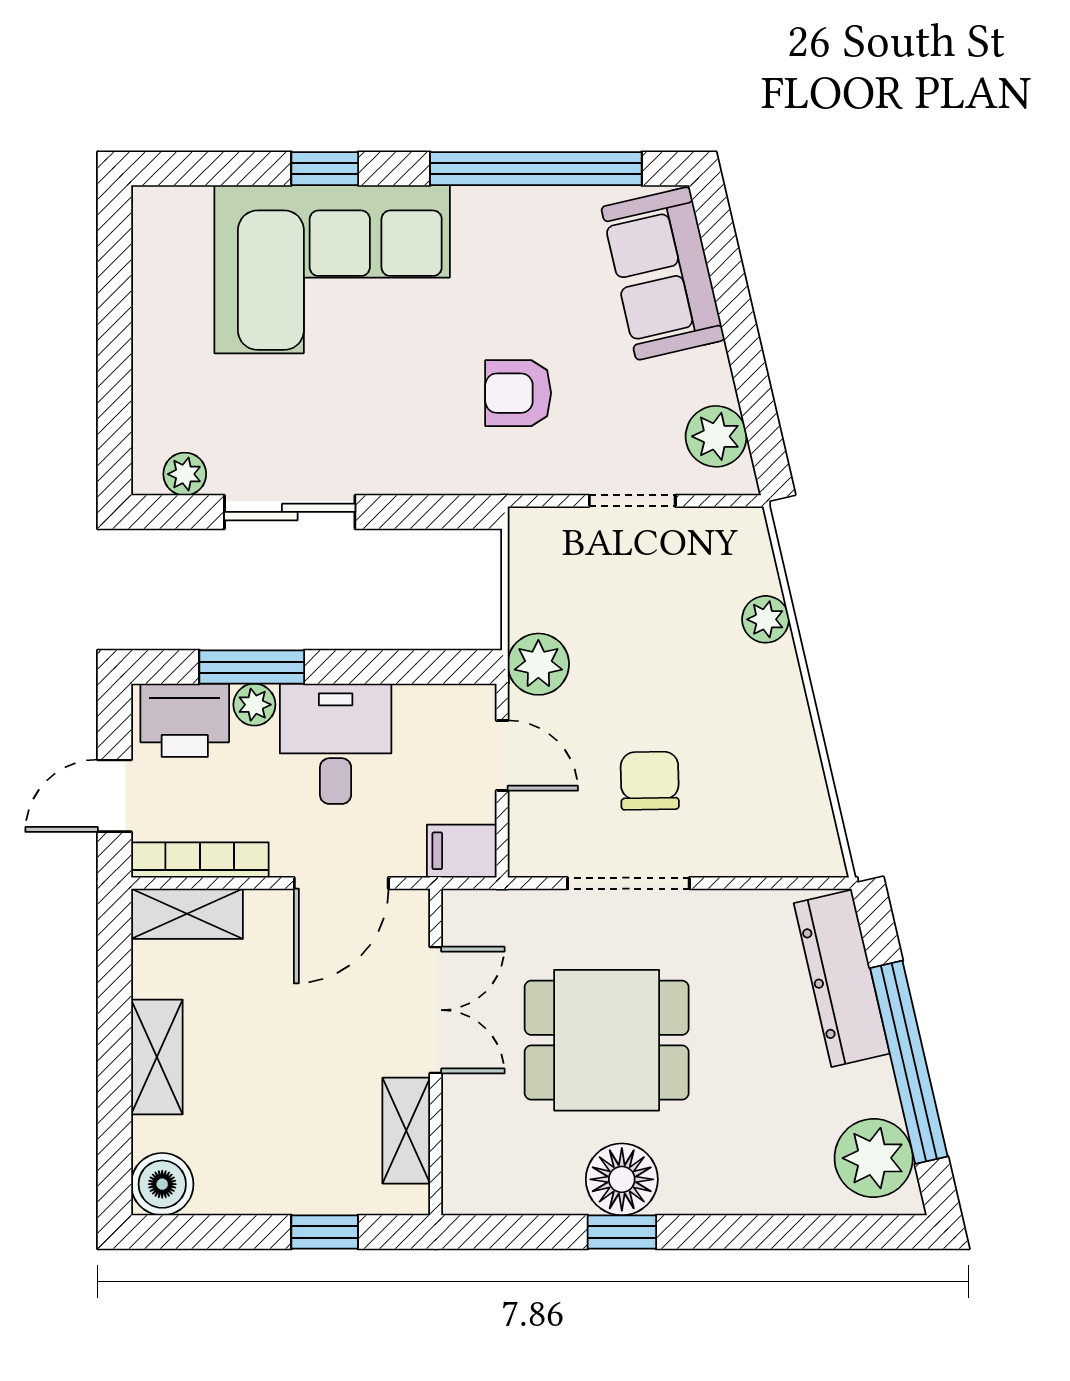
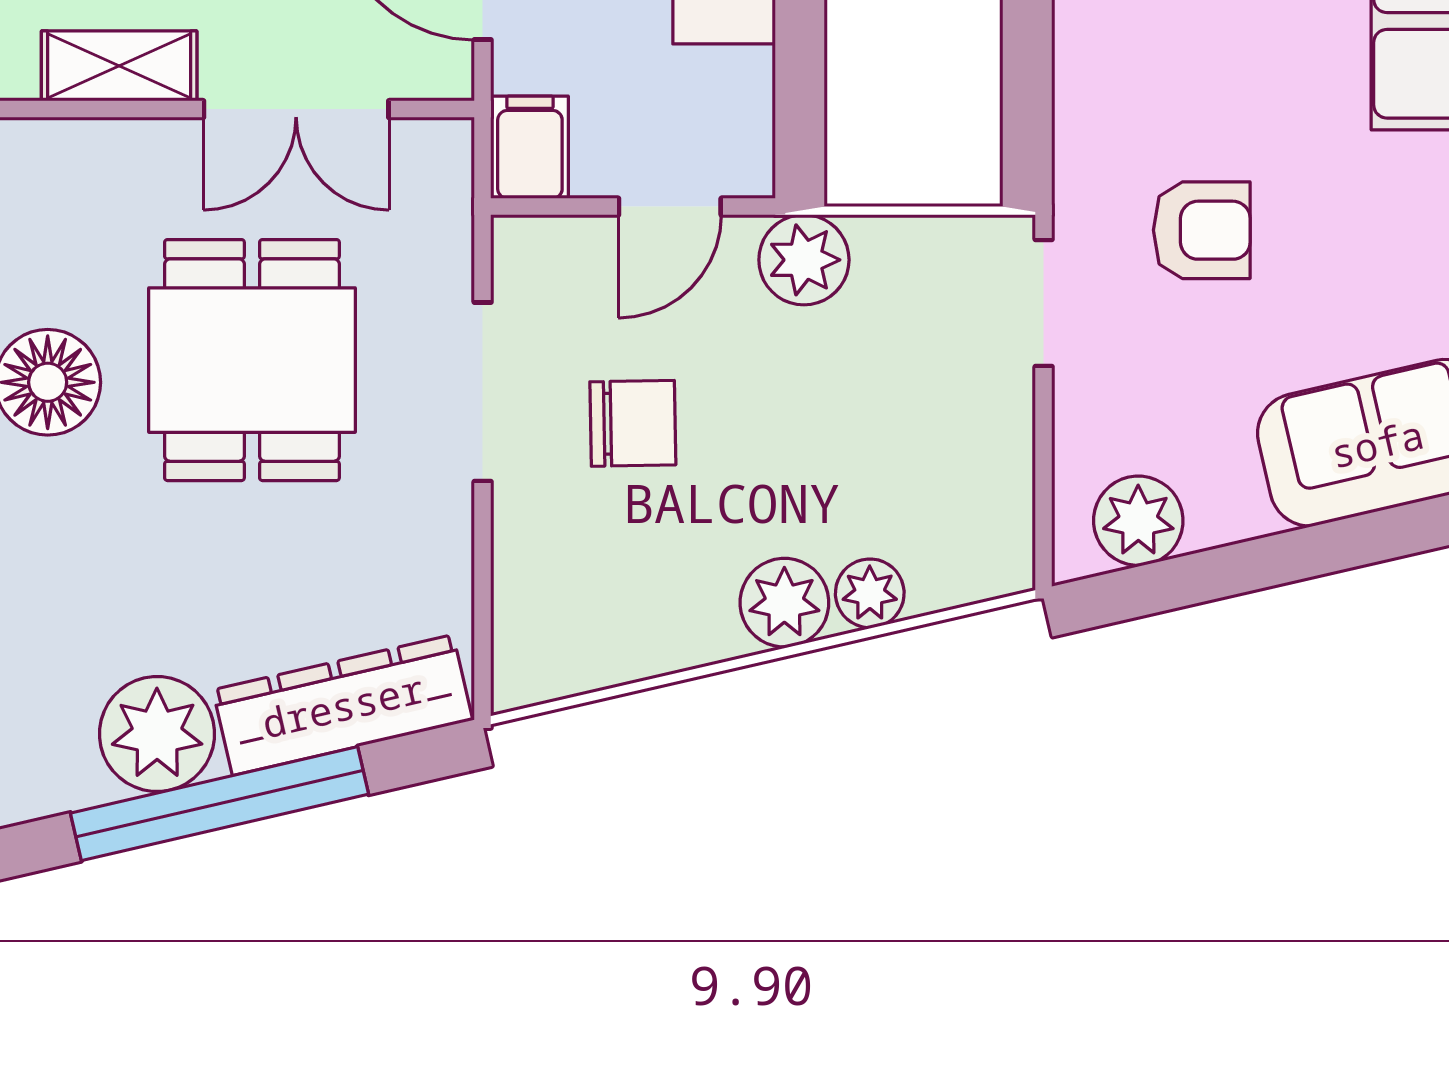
armchair: (518, 393) -> (1202, 230), turned 90
doorway: (632, 501) -> (1044, 303), moved
plant: (772, 677) -> (784, 603), added
plant: (874, 1158) -> (157, 734), moved

